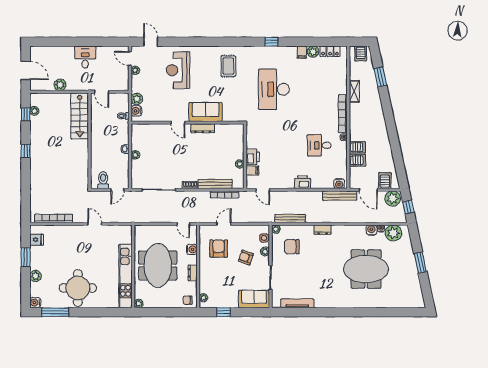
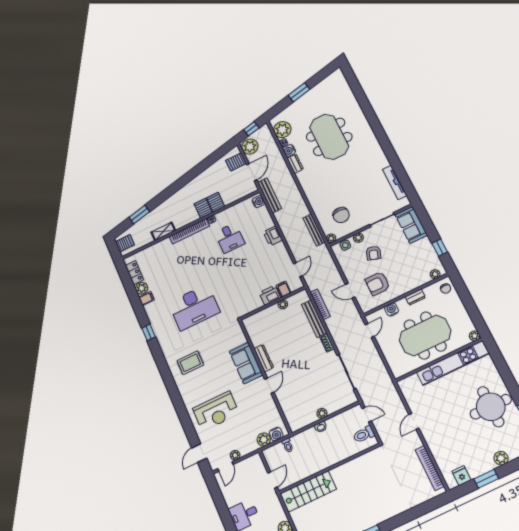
server rack: (357, 160) -> (203, 208), moved
dresser: (322, 230) -> (295, 164), moved

